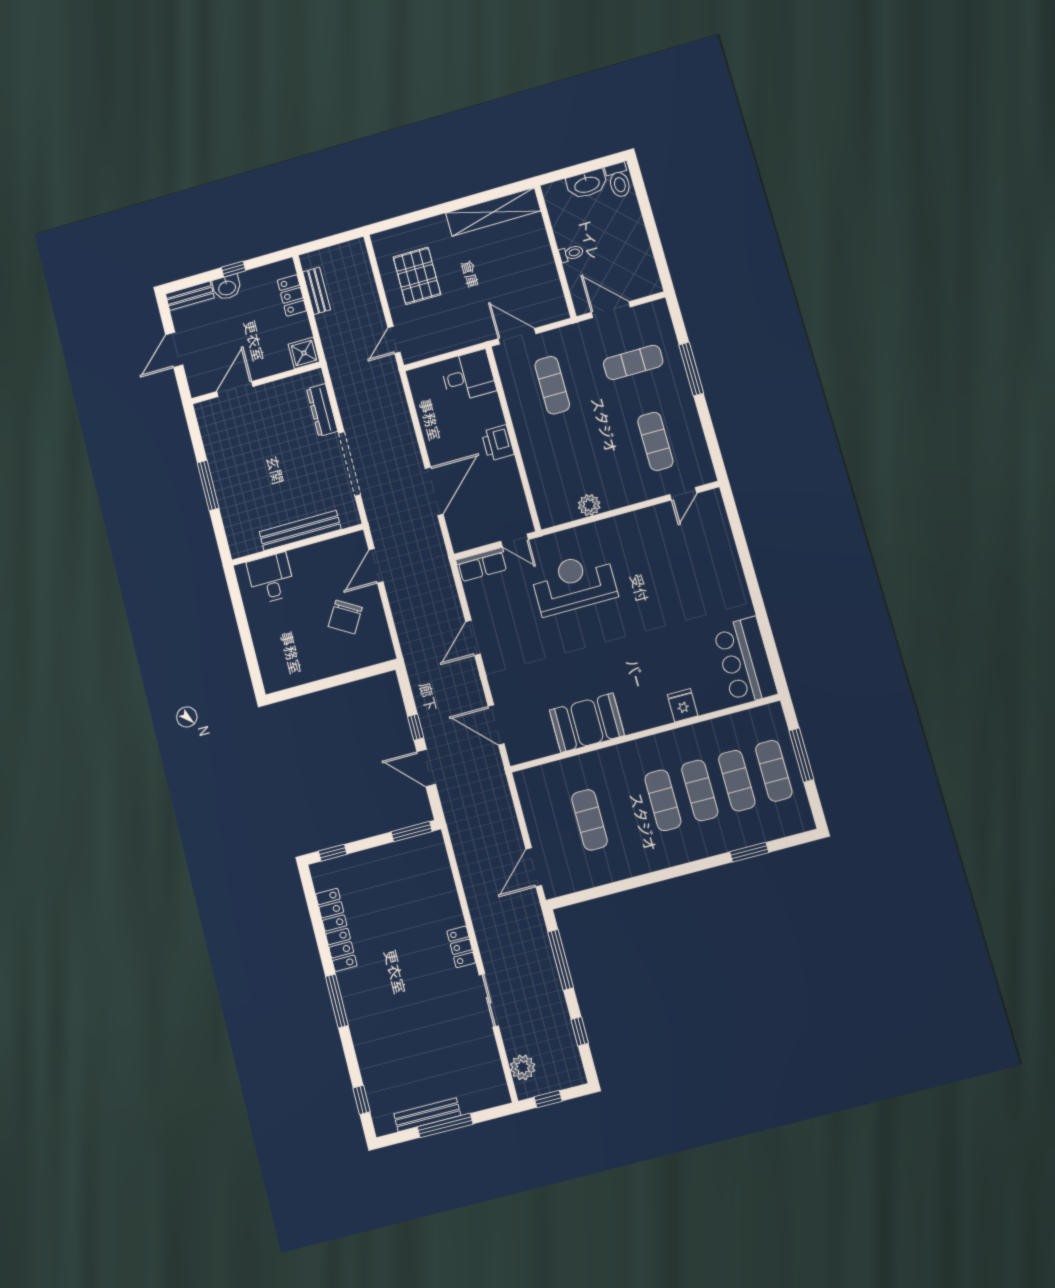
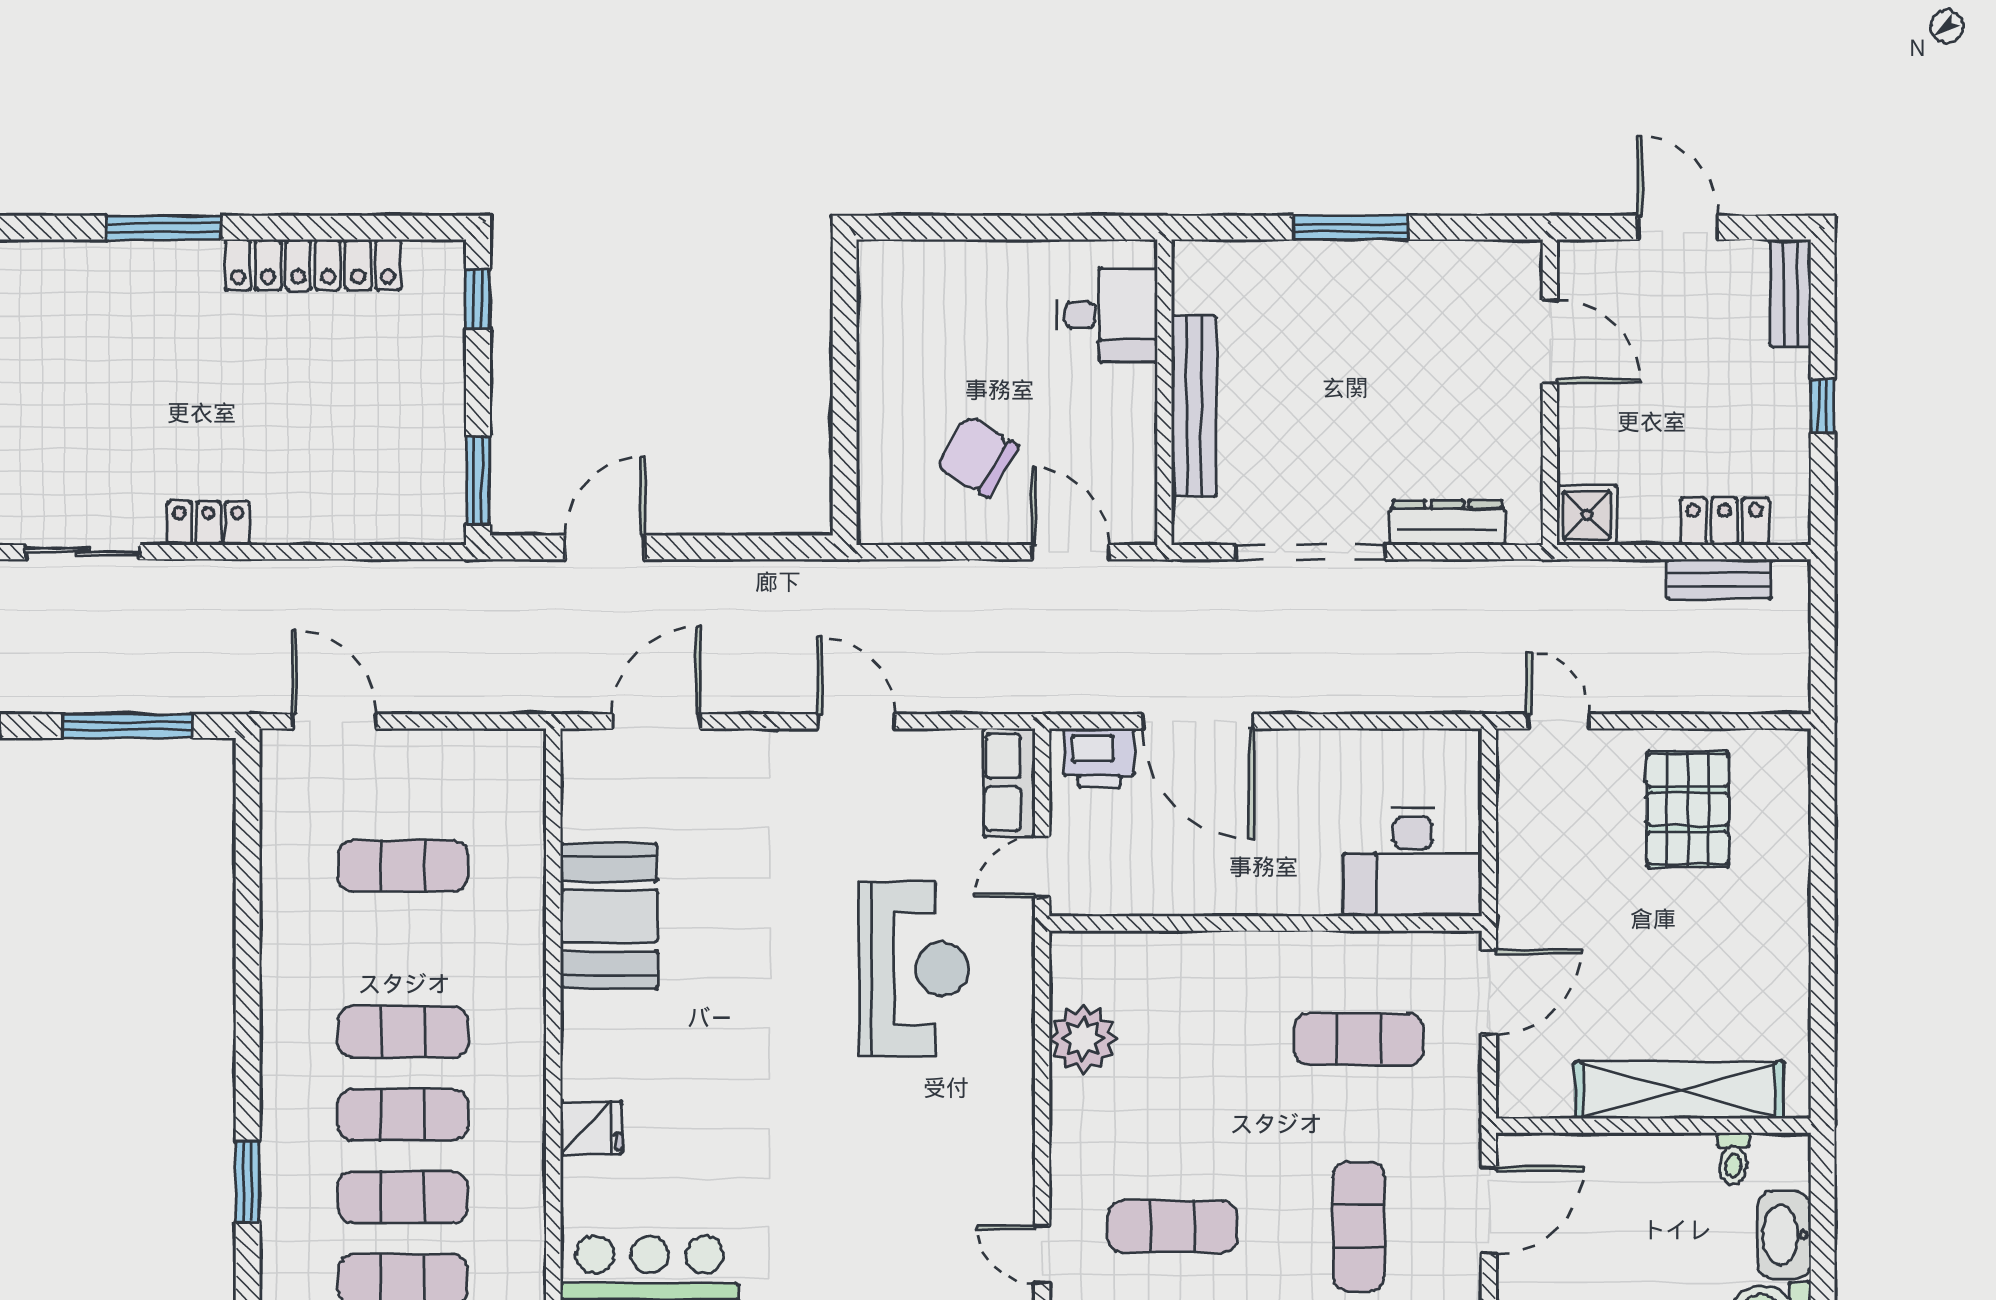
shelving: (493, 212) -> (1679, 1090), moved, turned 90
toilet: (571, 253) -> (1733, 1159), moved
pallet: (417, 276) -> (1688, 809), turned 90
washbasin: (227, 287) -> (1785, 381), removed
desk: (468, 376) -> (1413, 862), width x1.37
printer: (498, 443) -> (1099, 758), moved, turned 180
plant: (589, 505) -> (1083, 1039), width x1.36, depth x1.36
window: (416, 727) -> (698, 547), removed

